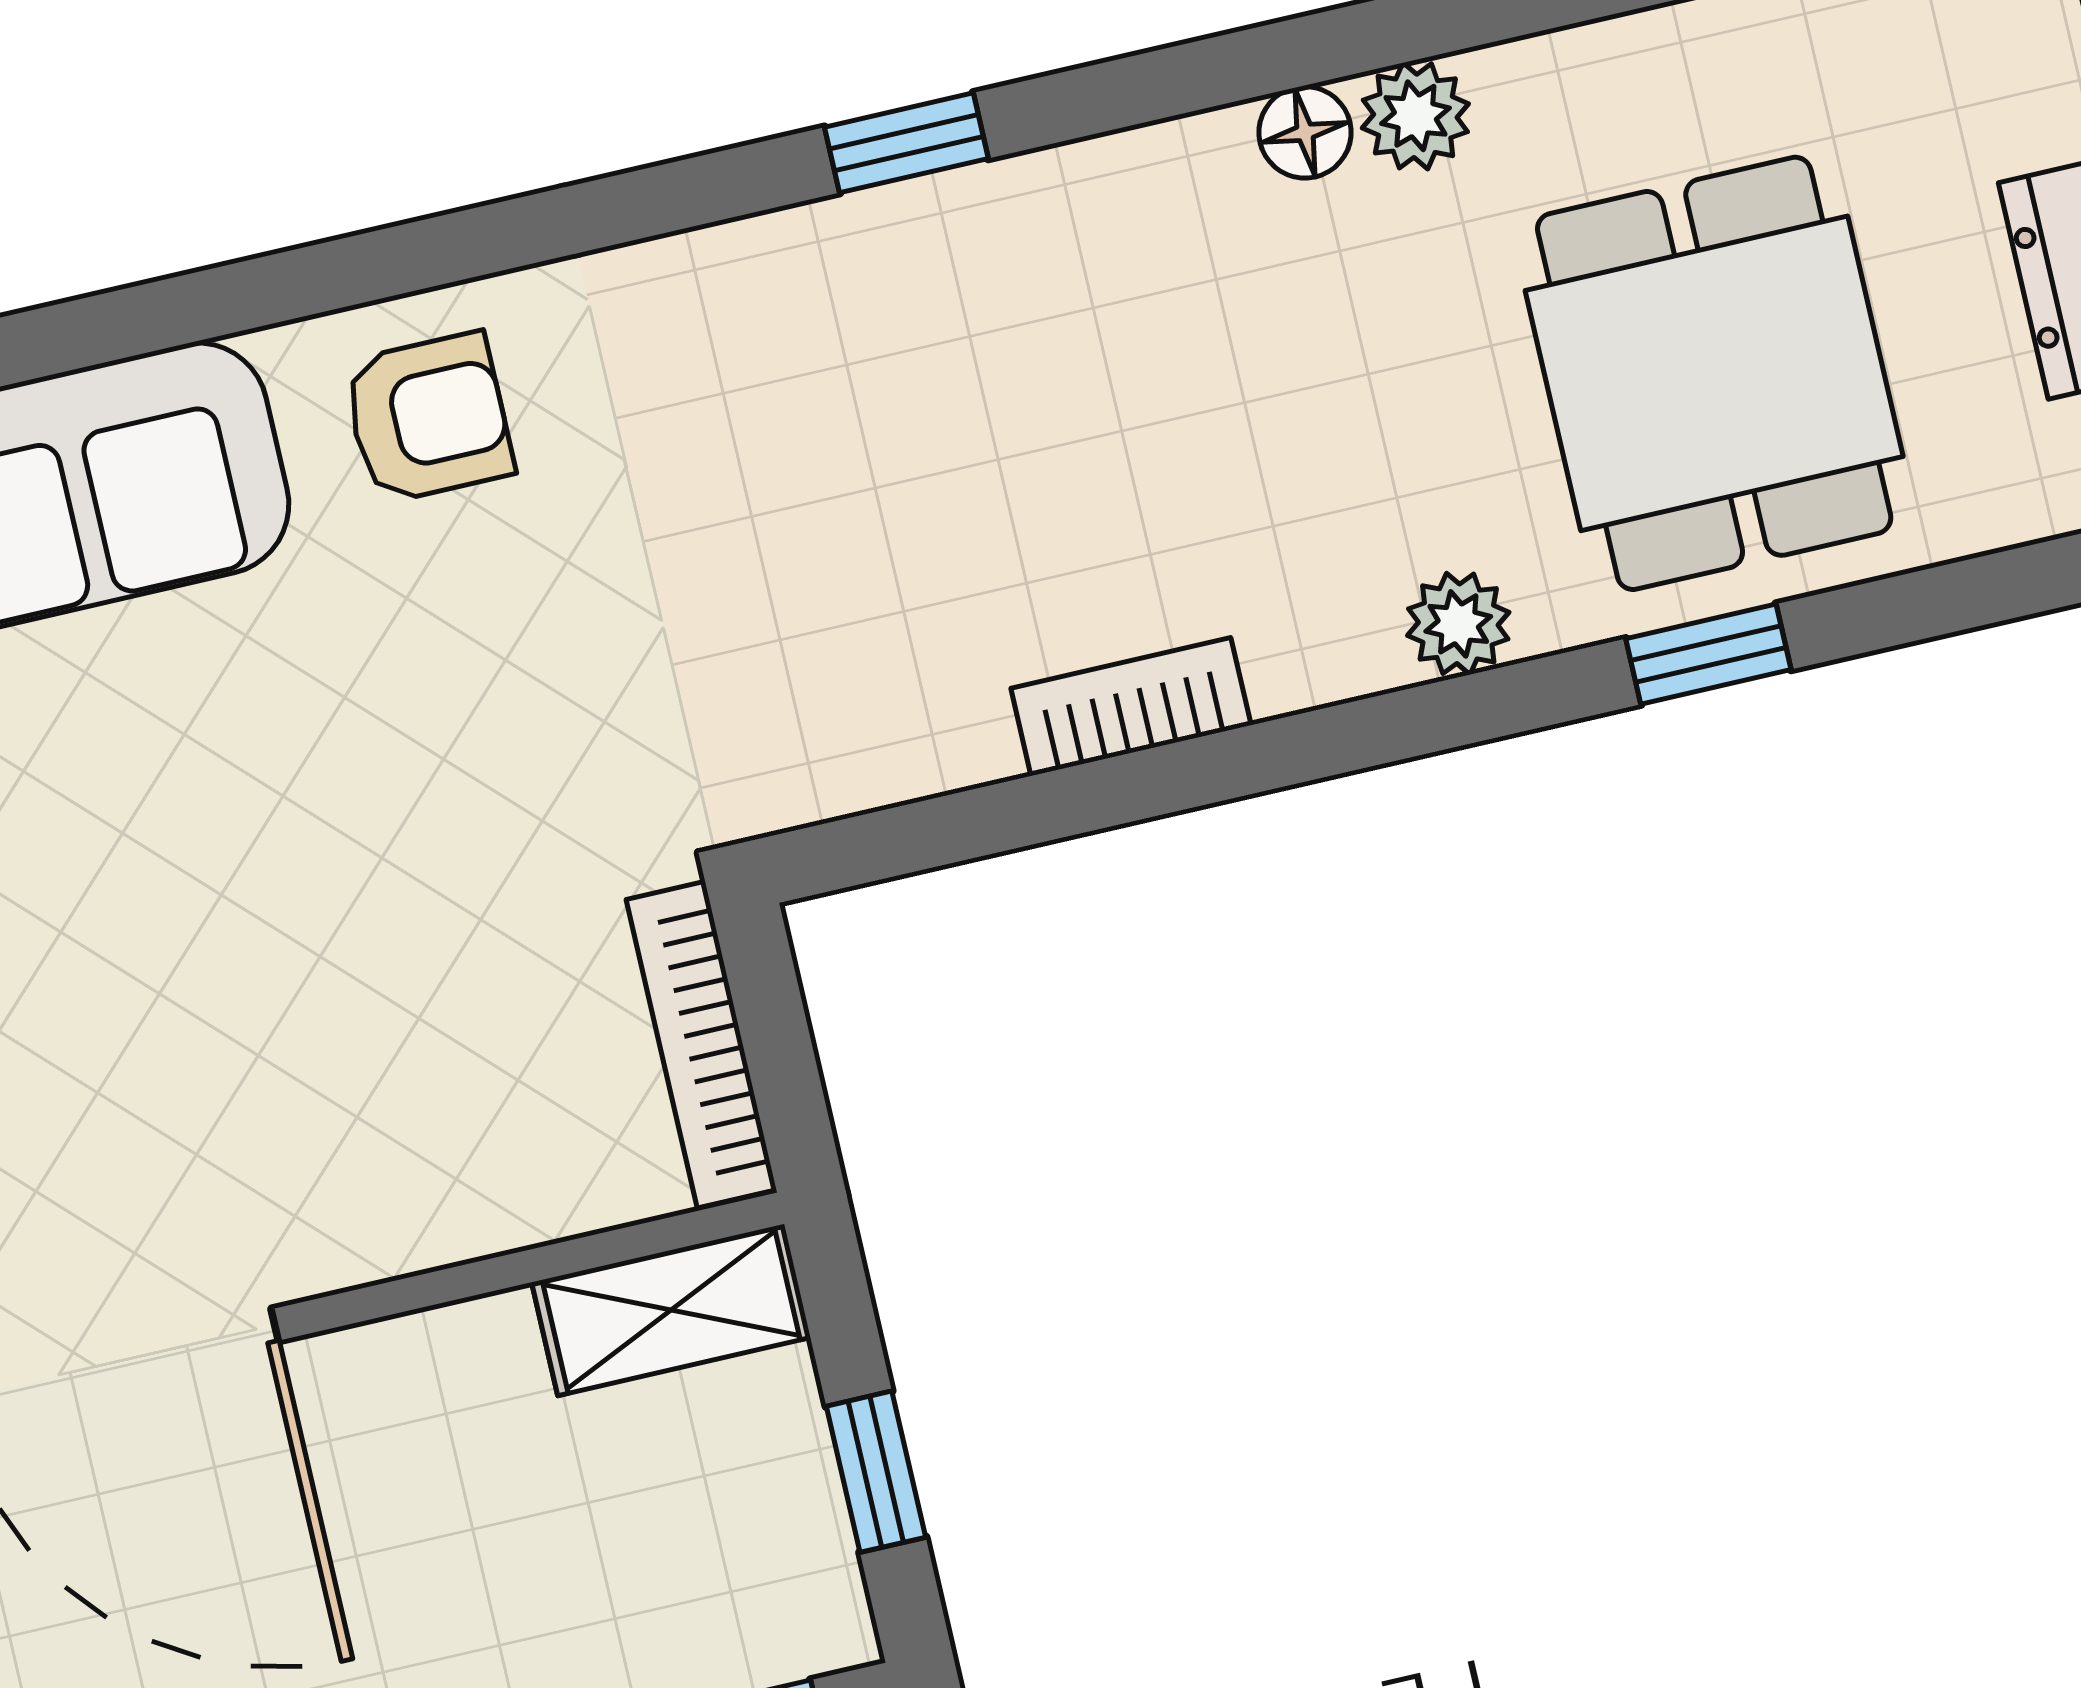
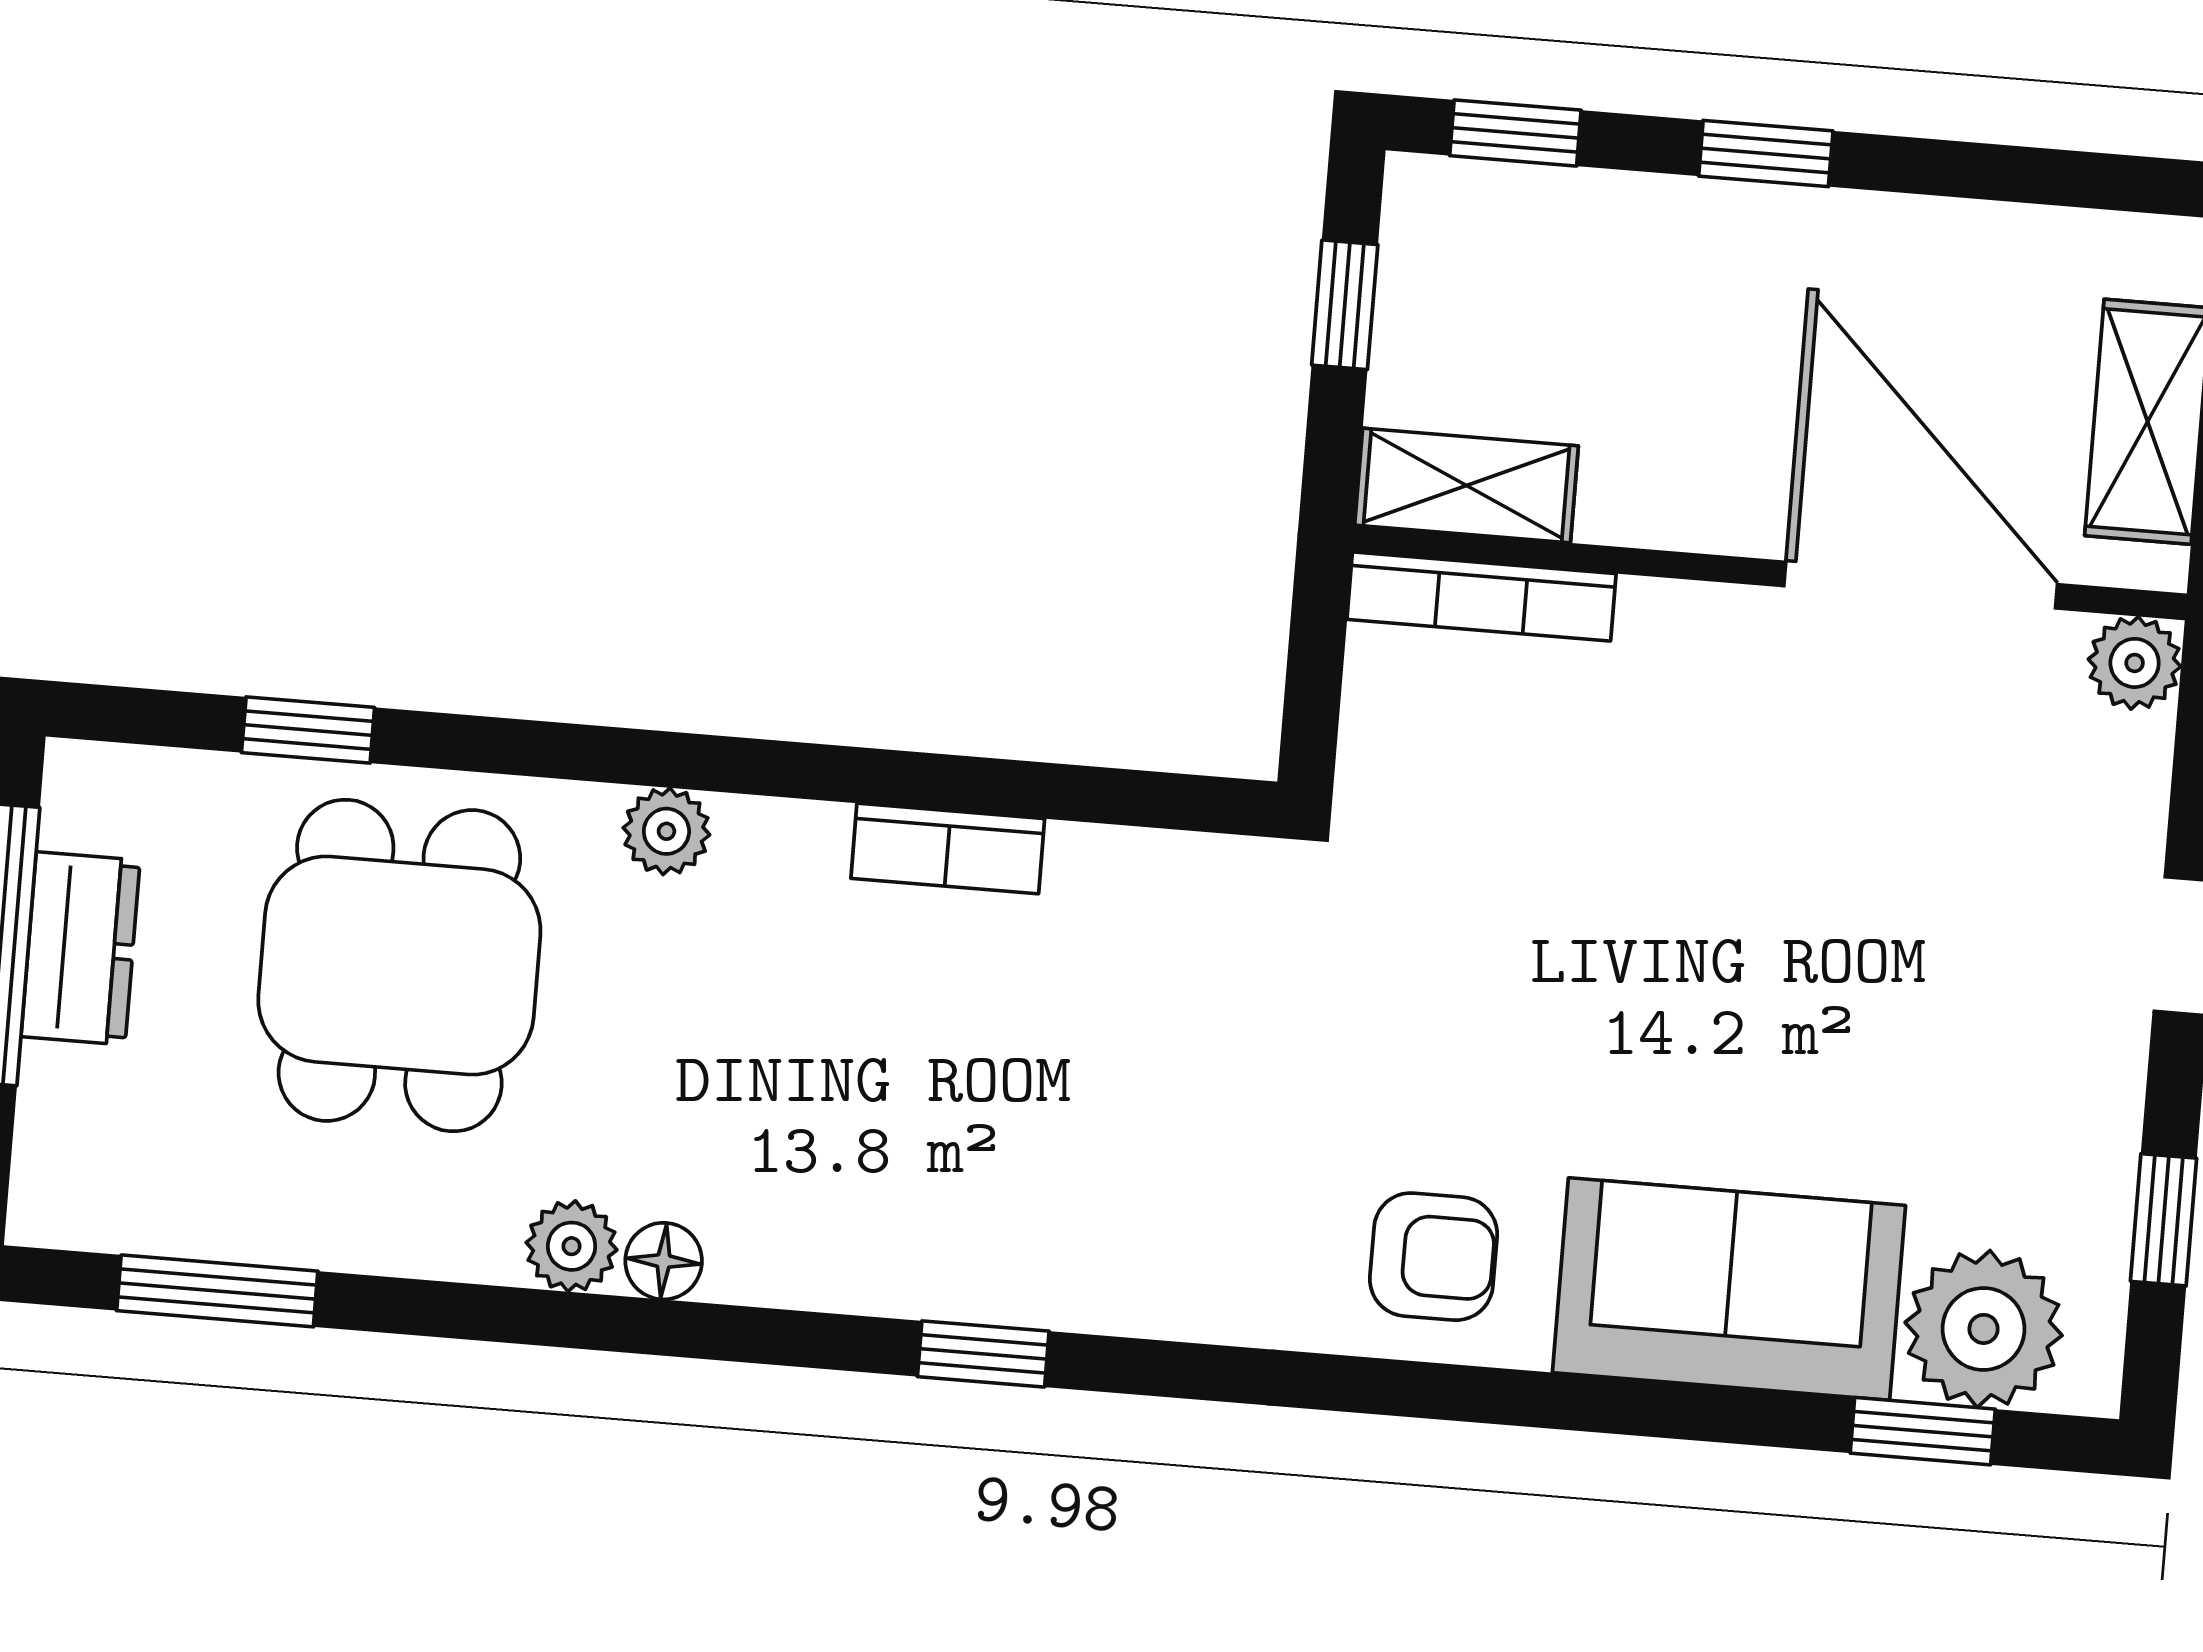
armchair: (428, 418) -> (1433, 1257), turned 180
window: (1708, 654) -> (308, 730), moved
bookcase: (701, 1045) -> (1482, 597), moved, turned 90

